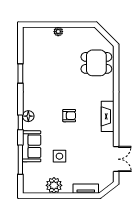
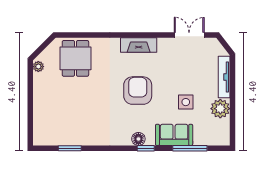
plant: (58, 32) -> (38, 67), moved
window: (20, 73) -> (70, 148), moved
armchair: (69, 116) -> (138, 91), width x1.88, depth x1.88
tv unit: (86, 189) -> (224, 77), width x1.41

